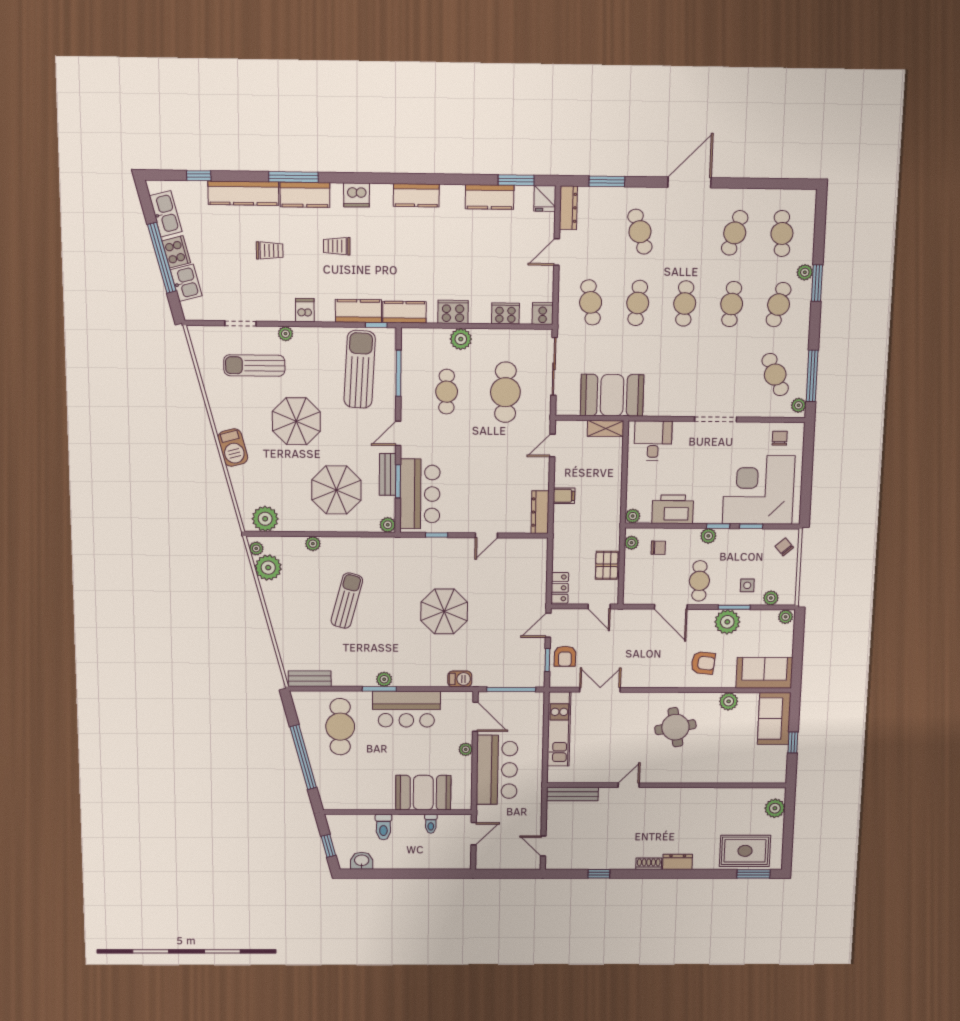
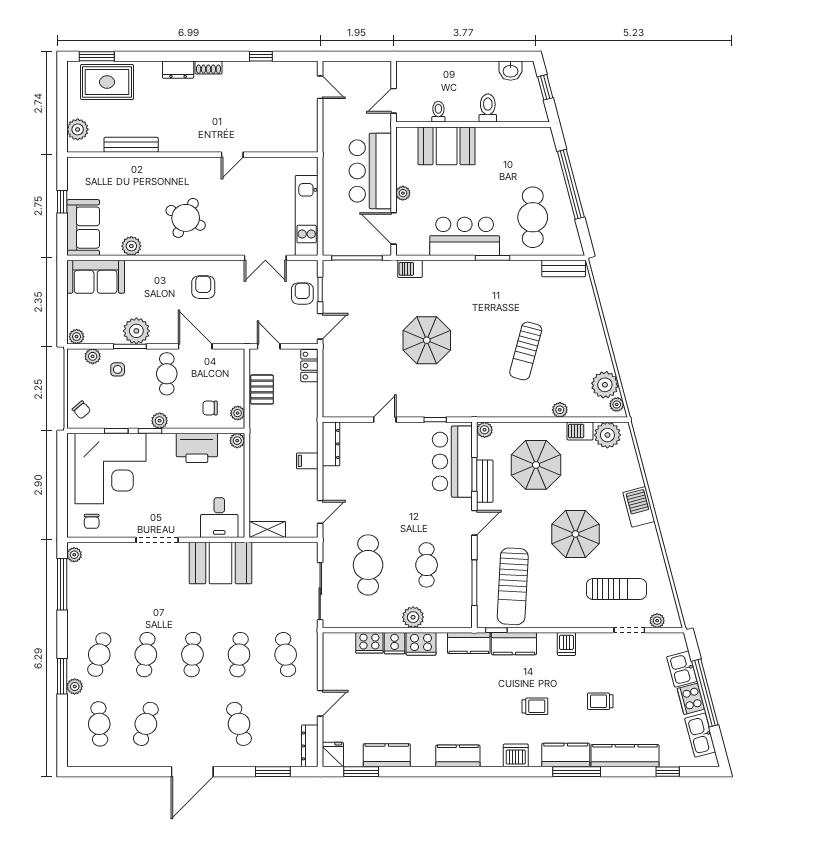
cooker: (543, 314) -> (395, 643), moved
plant: (286, 334) -> (657, 621), moved
cafe table: (775, 375) -> (99, 585), removed
booth: (612, 395) -> (221, 563), moved
barbecue: (293, 523) -> (580, 431), added
armchair: (703, 663) -> (203, 287), moved, turned 84
plant: (384, 679) -> (488, 268), removed
round table: (675, 727) -> (186, 218), turned 37
bench: (572, 794) -> (131, 145), moved

